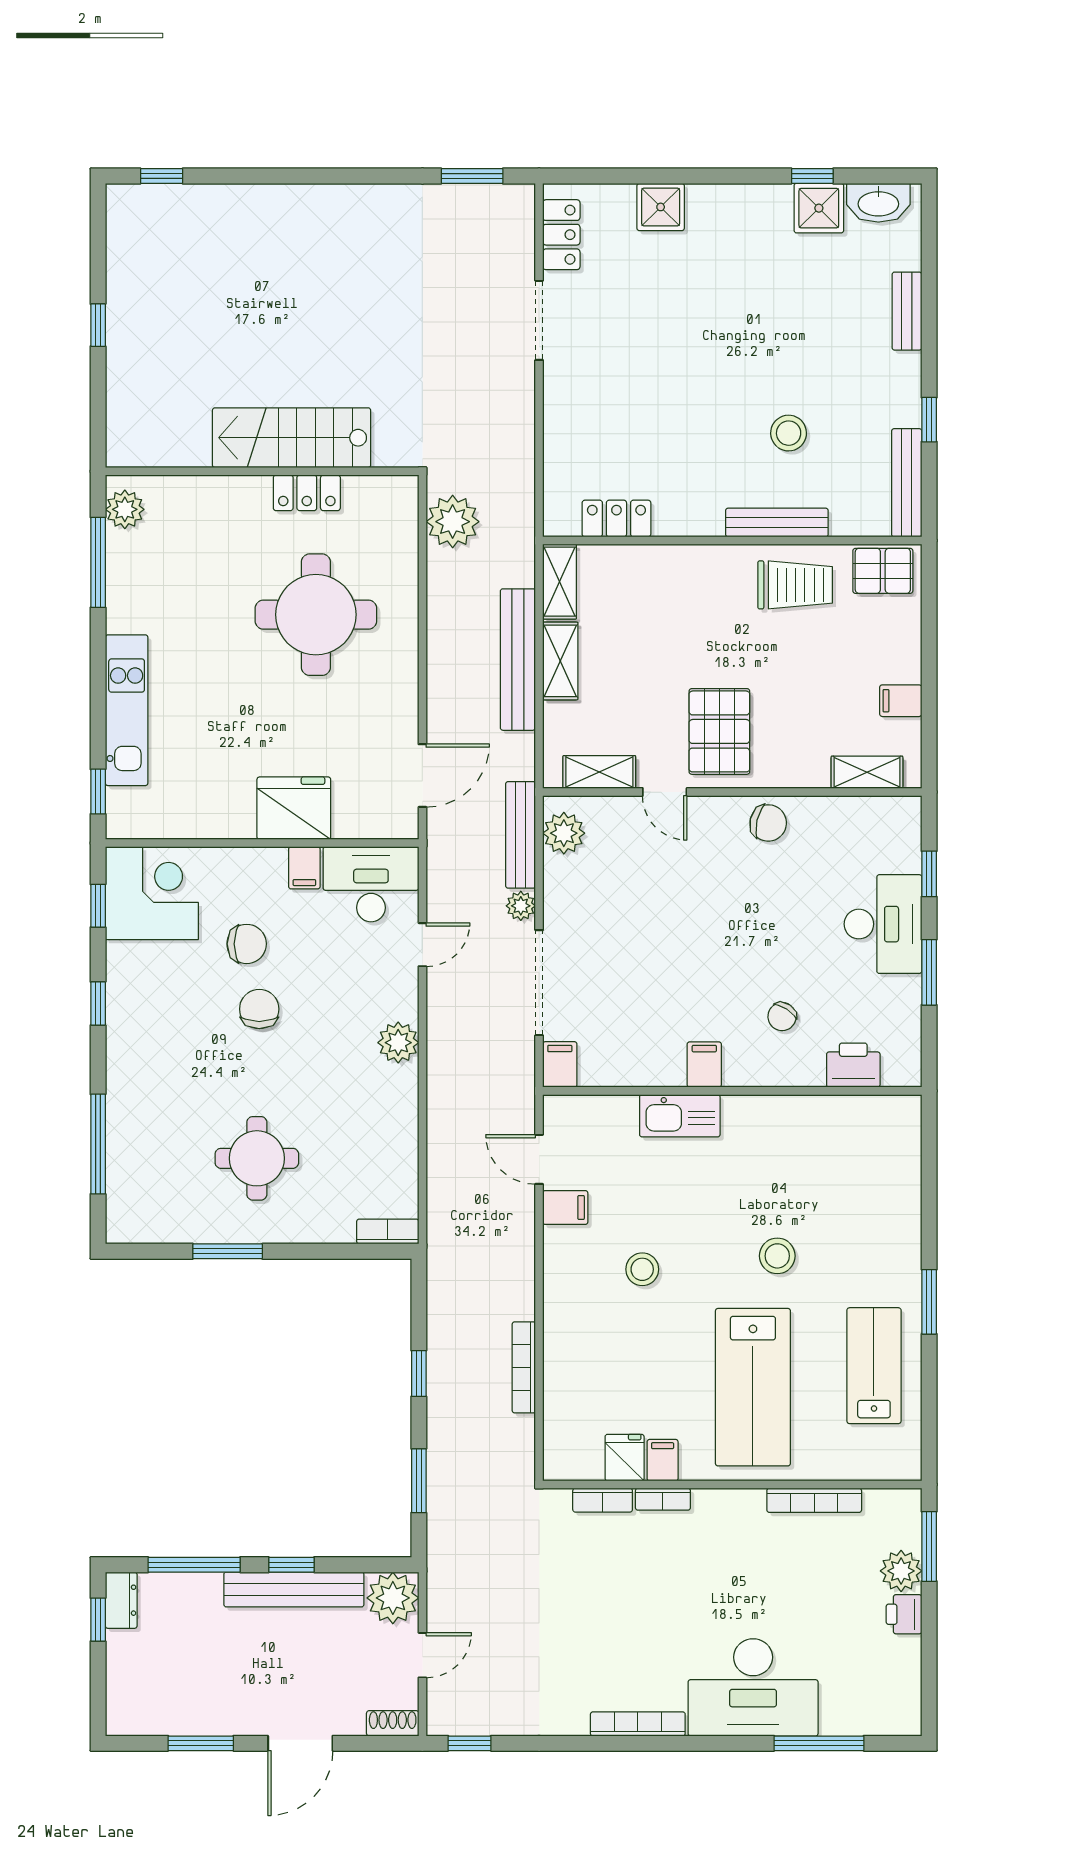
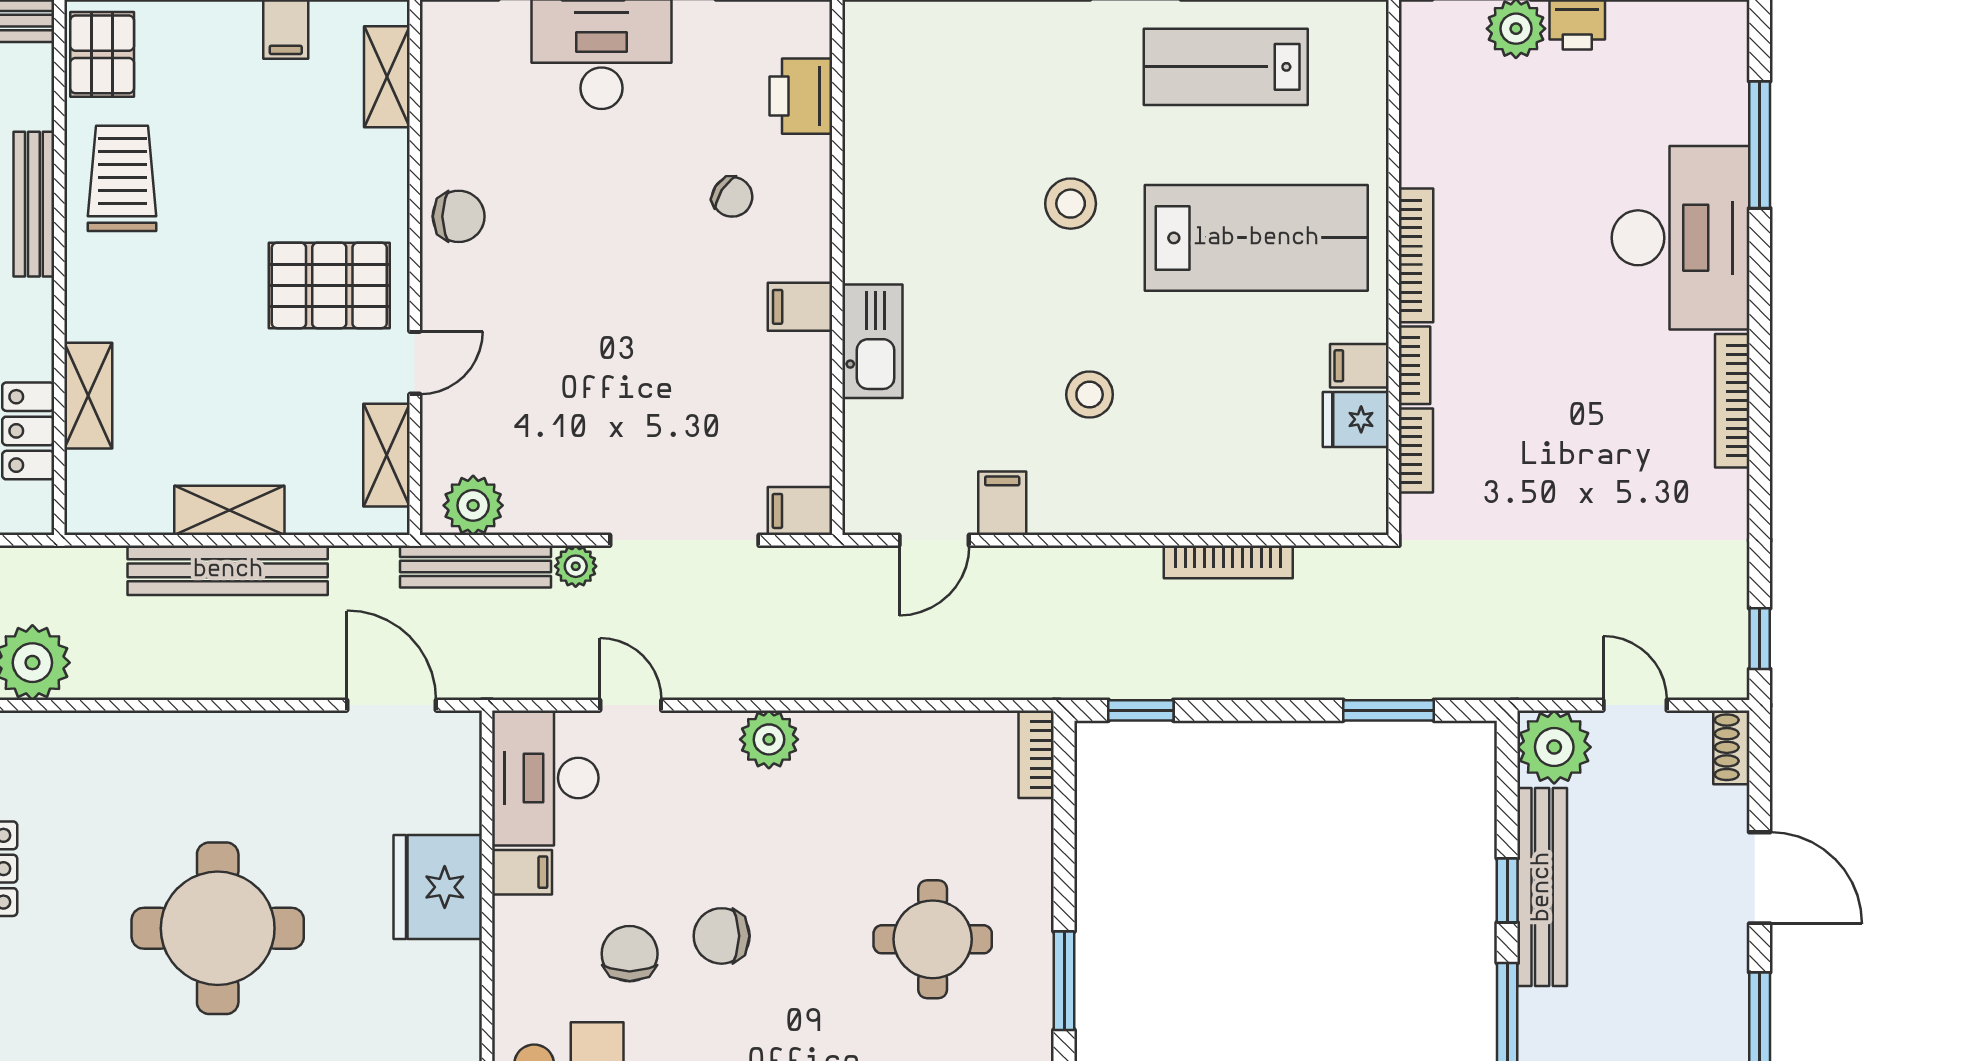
shelving: (560, 582) -> (88, 396), moved, turned 90
round table: (316, 615) -> (218, 928), moved
chair: (768, 823) -> (459, 216), turned 77
window: (419, 1373) -> (1141, 710), moved
bookcase: (814, 1500) -> (1416, 255), moved

